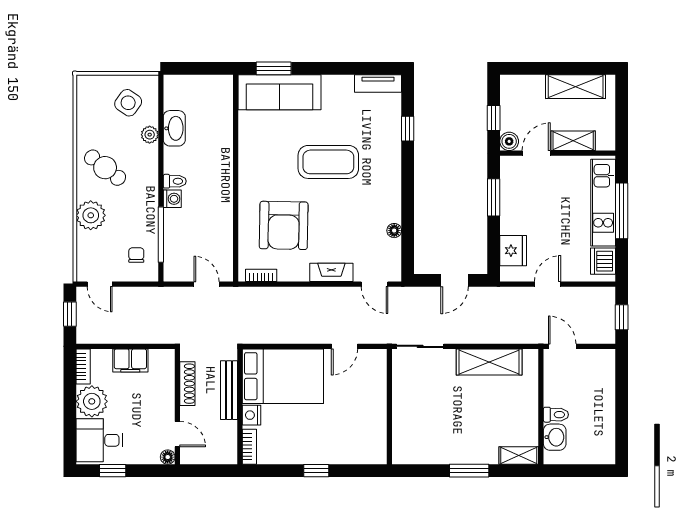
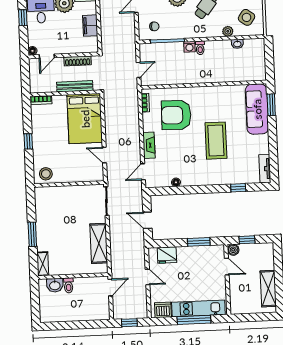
washbasin: (174, 128) -> (237, 44), width x0.52, depth x0.69
shelving: (573, 141) -> (235, 289), removed
nightstand: (251, 415) -> (60, 101), removed
stool: (371, 444) -> (46, 174), added

